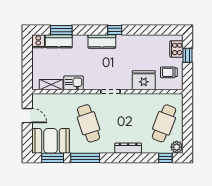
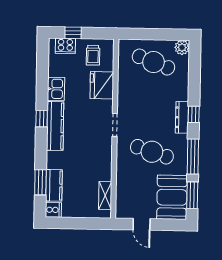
kitchen counter: (102, 42) -> (55, 126), width x1.50
kitchen sink: (73, 83) -> (56, 89), moved, turned 180
door: (27, 116) -> (142, 224), swing flipped
cafe table: (89, 123) -> (152, 152), turned 36
dresser: (128, 148) -> (182, 117), moved
window: (165, 158) -> (194, 114), moved

